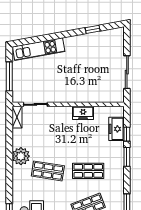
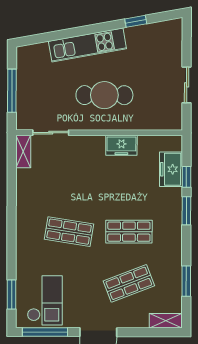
kitchen unit: (39, 49) -> (87, 45), moved
sliding door: (127, 72) -> (187, 85), width x0.73
cafe table: (72, 79) -> (104, 95), added
plant: (21, 156) -> (29, 210), removed

